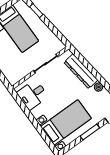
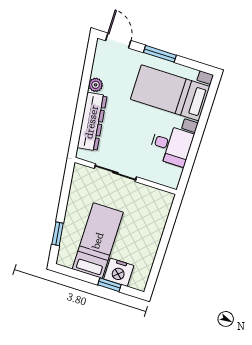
desk: (32, 95) -> (171, 145), moved

